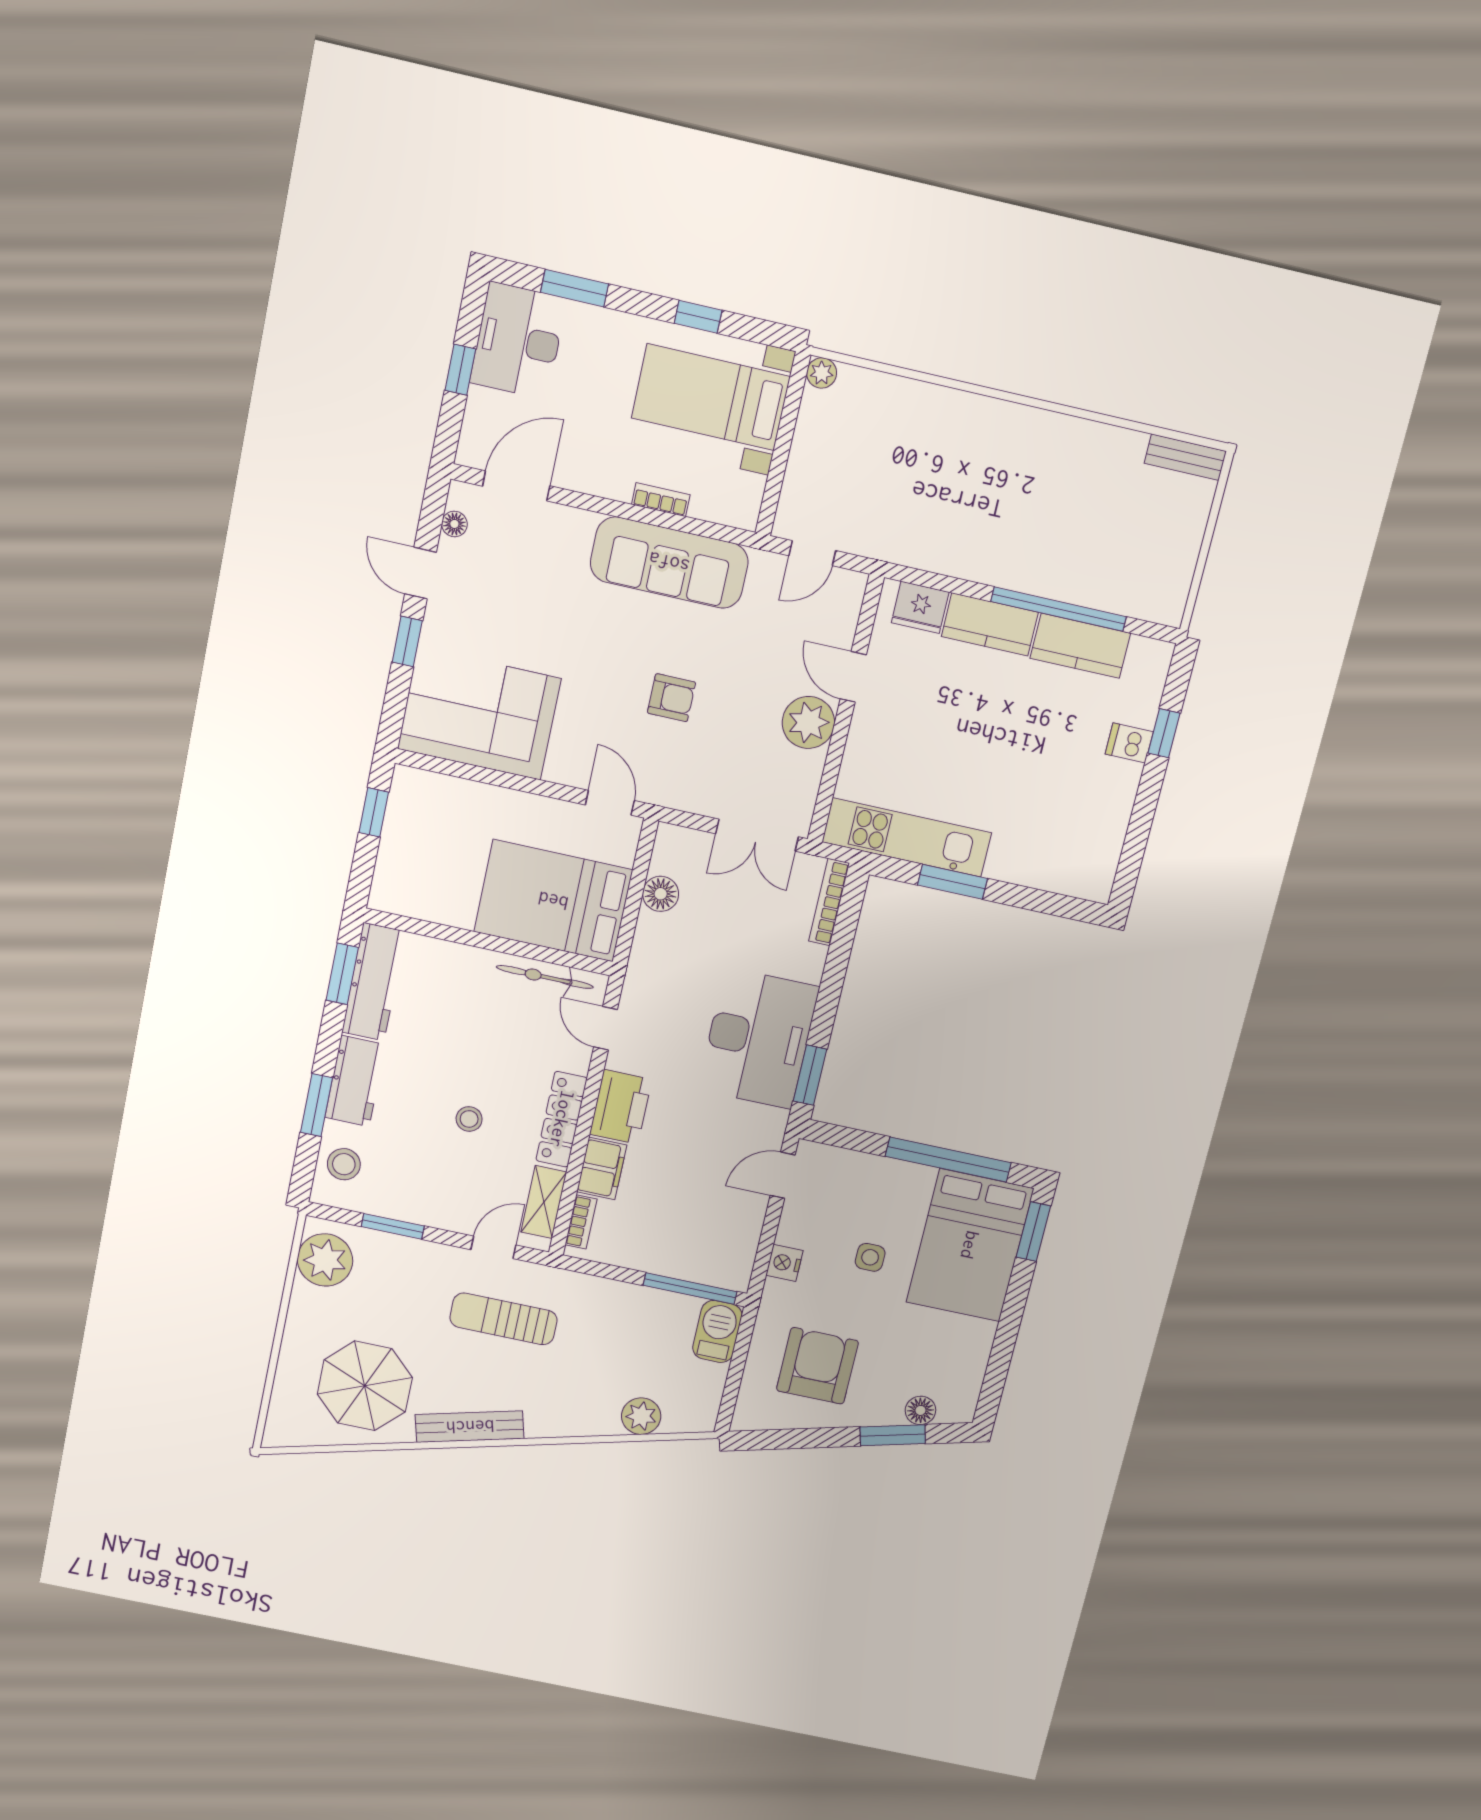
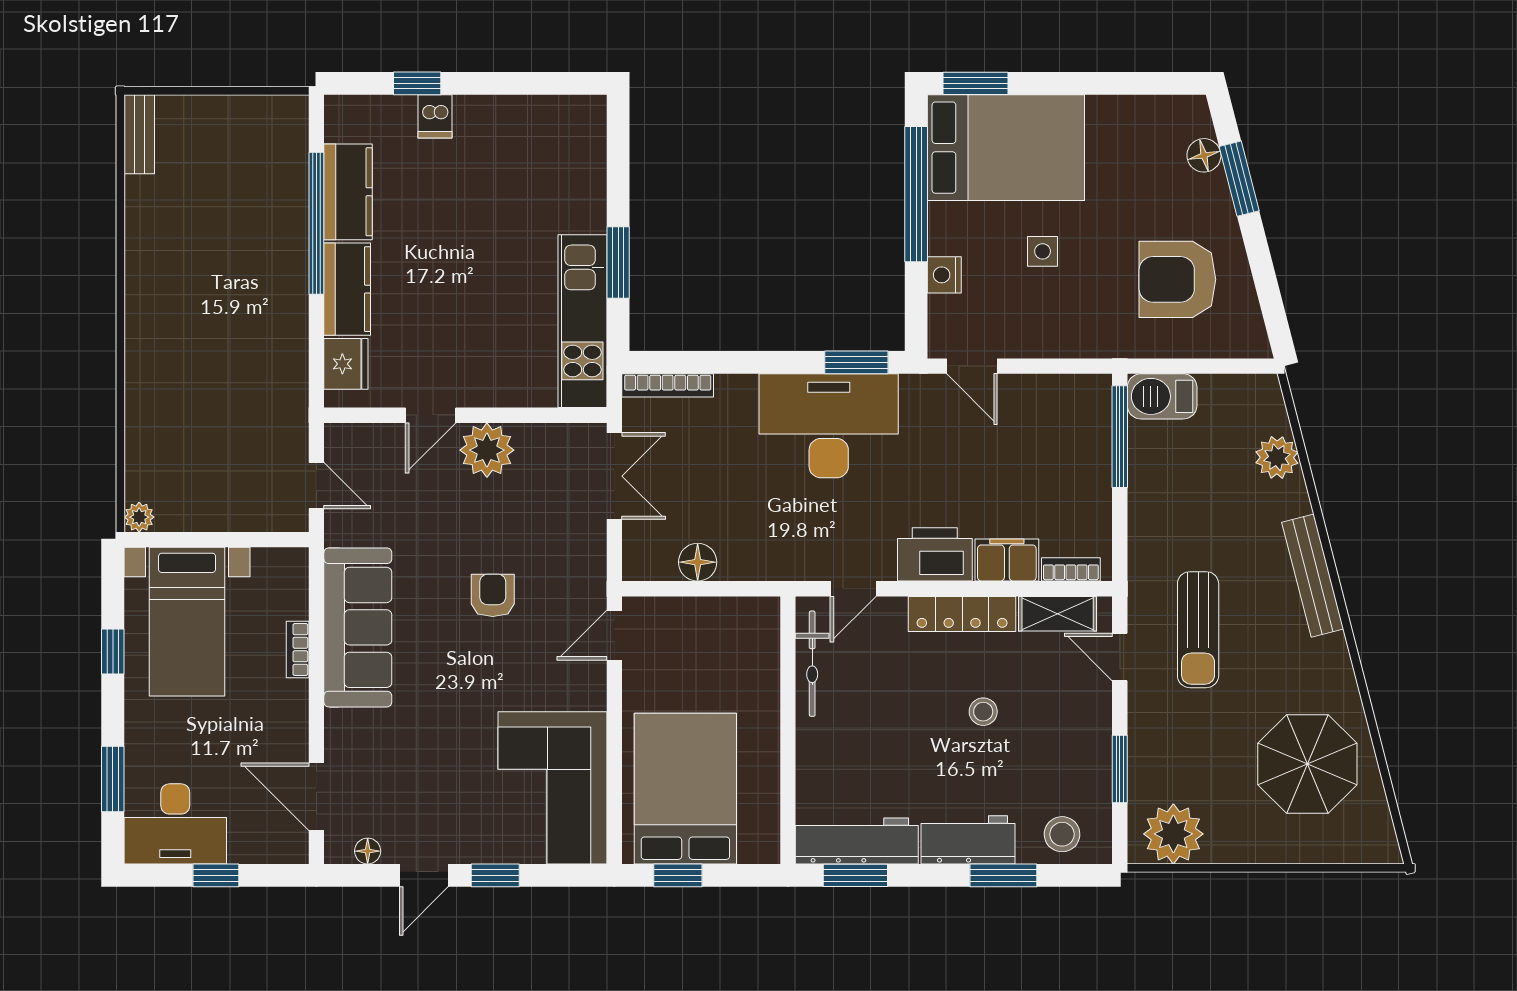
bed: (553, 901) -> (685, 789), moved, turned 180
nightstand: (784, 1263) -> (944, 275), moved, turned 90
bench: (470, 1427) -> (1313, 576), moved

